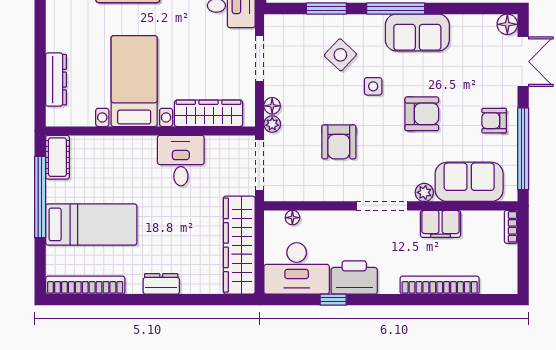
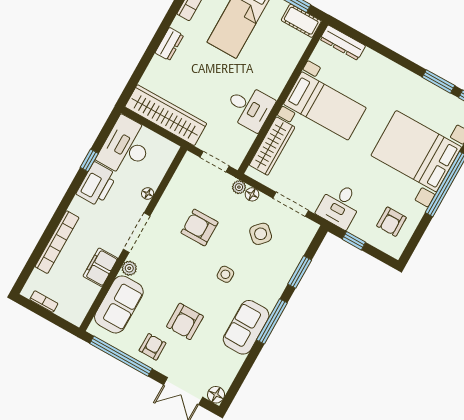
side table: (340, 55) -> (261, 234), moved
dresser: (56, 80) -> (343, 43), moved
armchair: (422, 114) -> (185, 321), moved
doorway: (259, 165) -> (215, 162), width x0.73
floor lamp: (292, 218) -> (148, 194), moved
bookcase: (511, 227) -> (44, 302), moved

